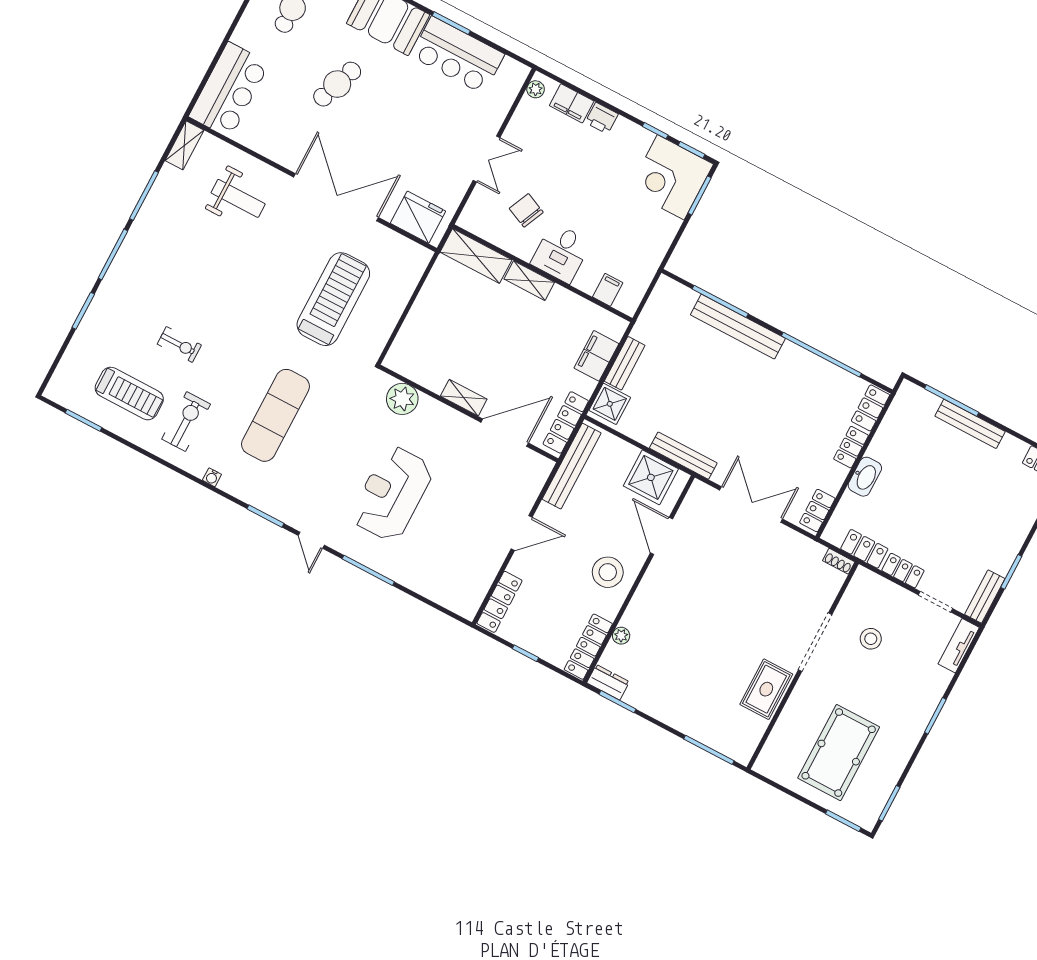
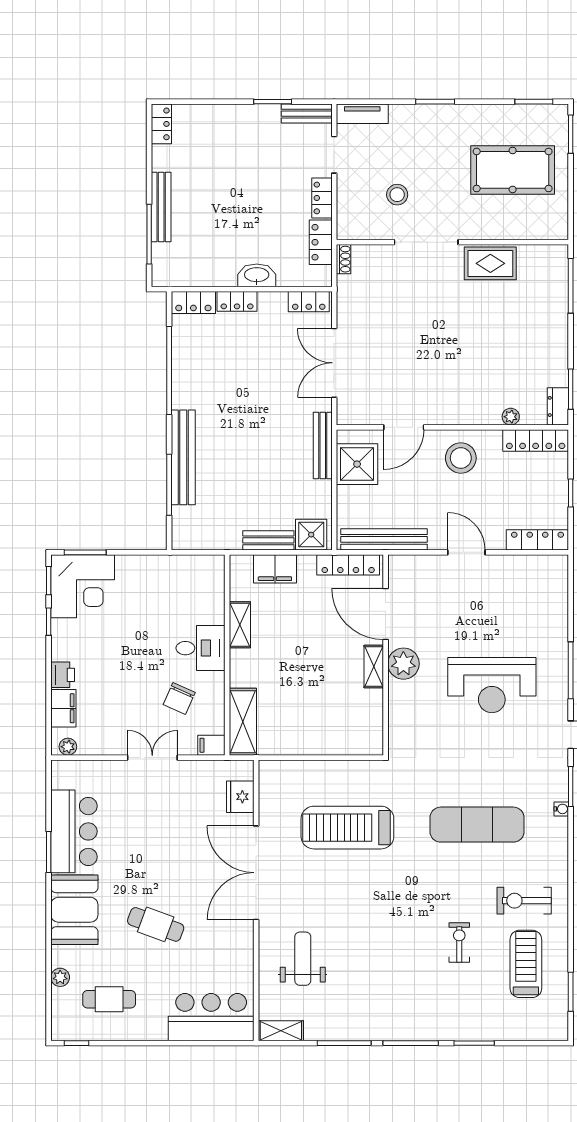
fridge: (418, 217) -> (240, 797), width x0.73, depth x0.75
shelving: (529, 281) -> (240, 625), moved
filing cabinet: (608, 290) -> (211, 745), moved
plant: (402, 399) -> (403, 664), moved
water cooler: (212, 477) -> (561, 809), moved

